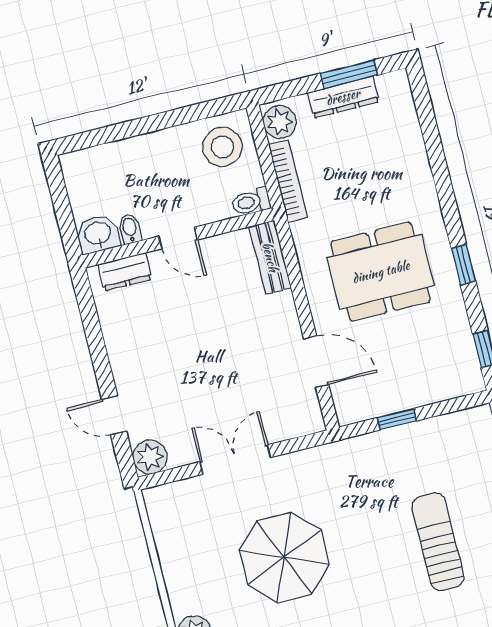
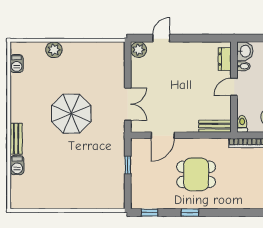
dining table: (381, 272) -> (196, 174), width x0.73
double door: (235, 460) -> (128, 104), moved
sun lounger: (438, 542) -> (68, 170), removed
parasol: (284, 557) -> (71, 114), moved

